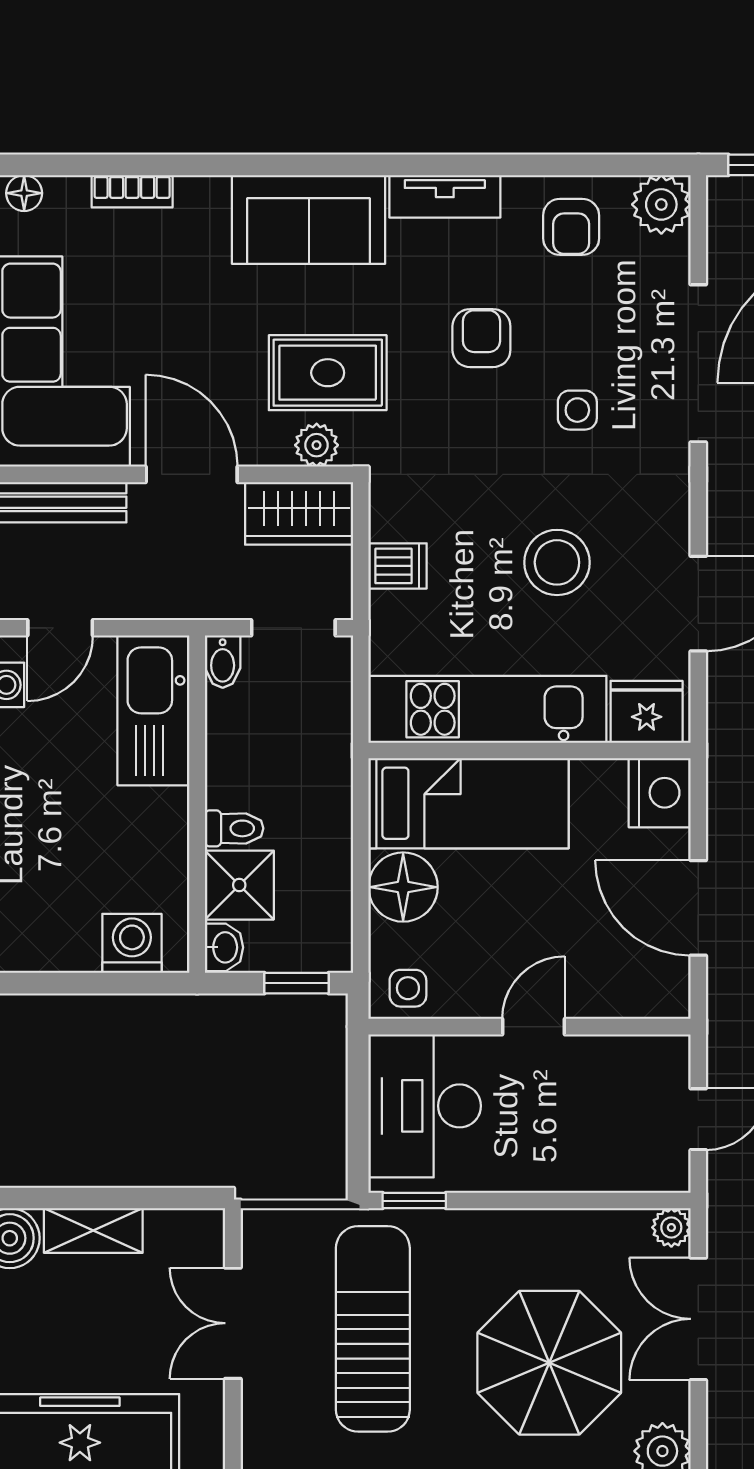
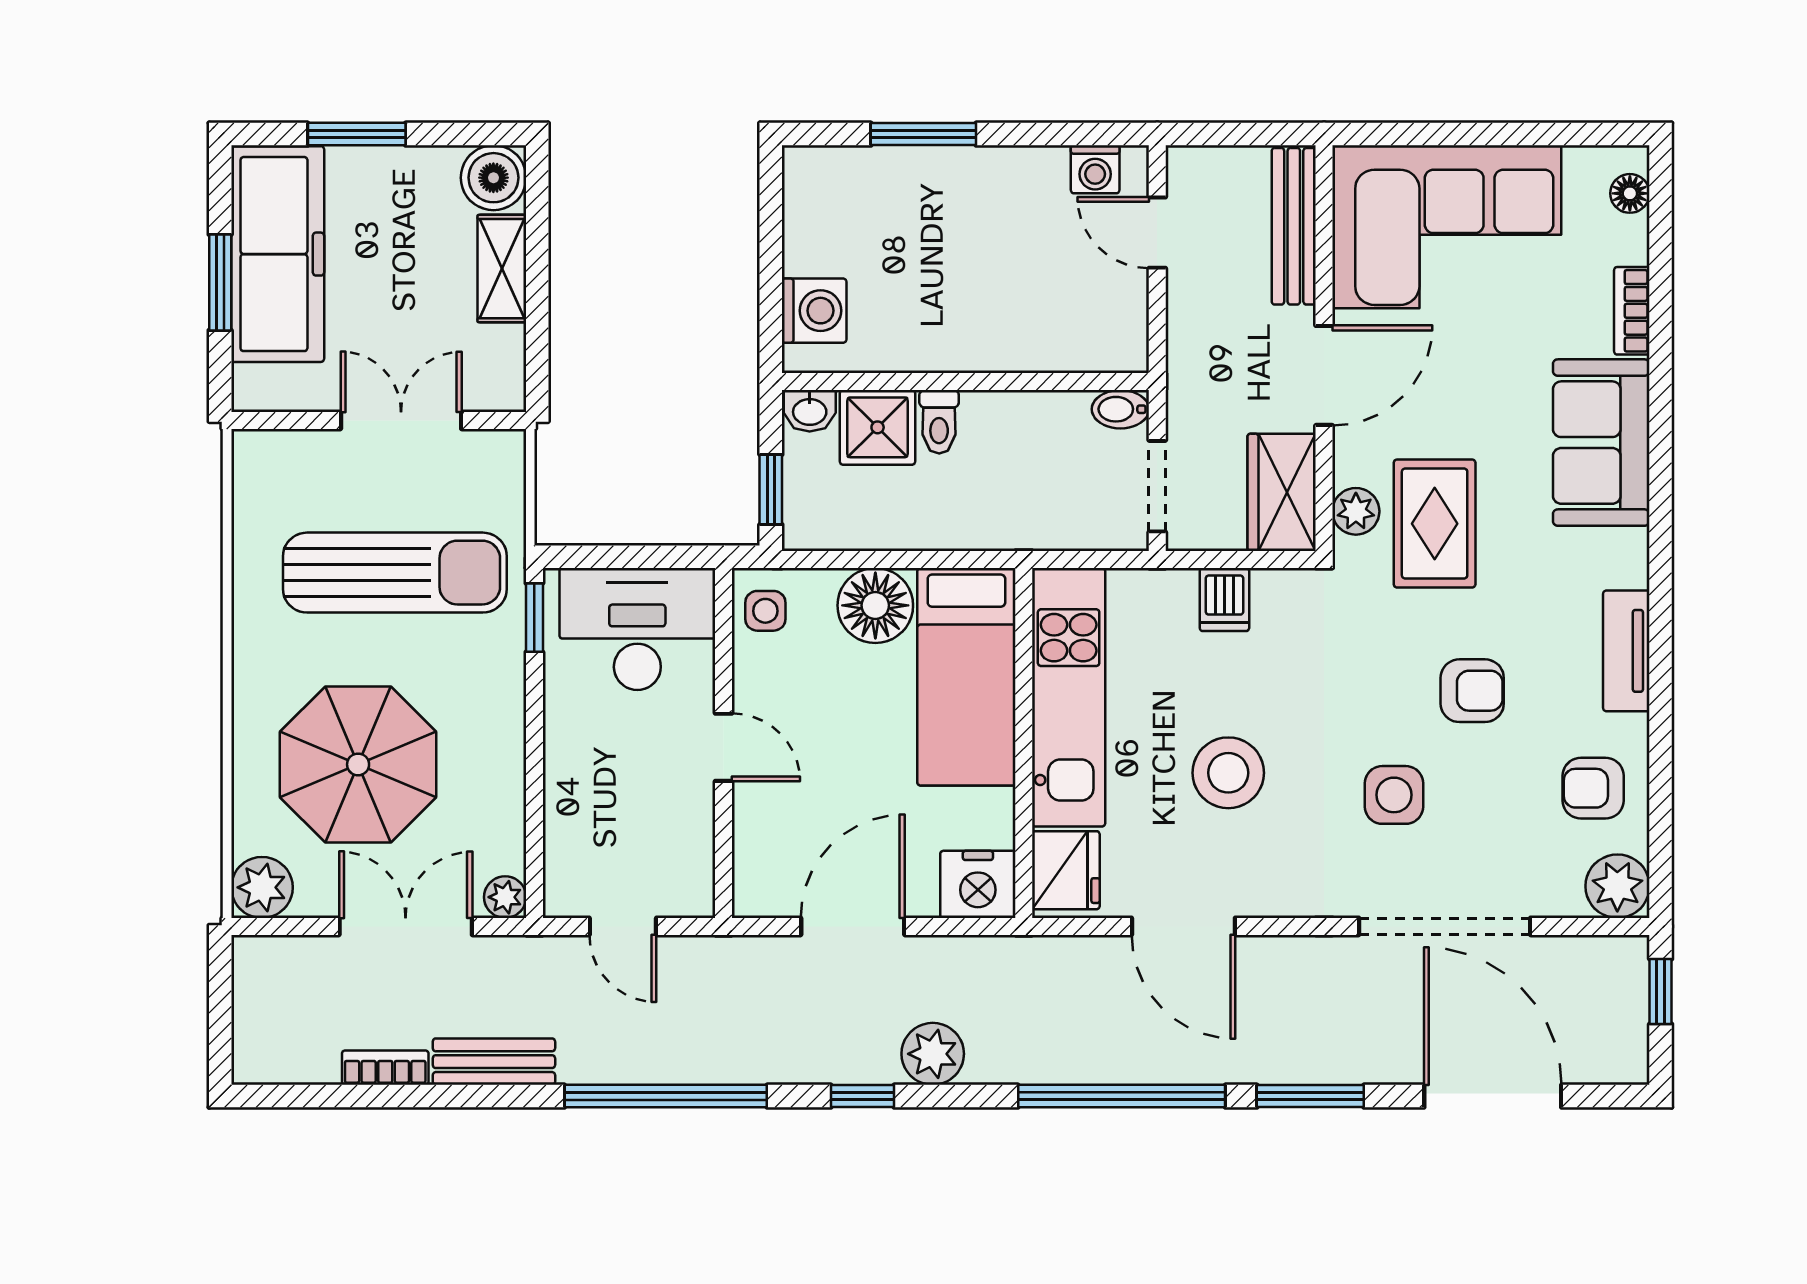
sofa: (309, 219) -> (1601, 443), moved
side table: (577, 410) -> (1394, 795), width x1.37, depth x1.37
kitchen sink: (153, 710) -> (1067, 334), removed

